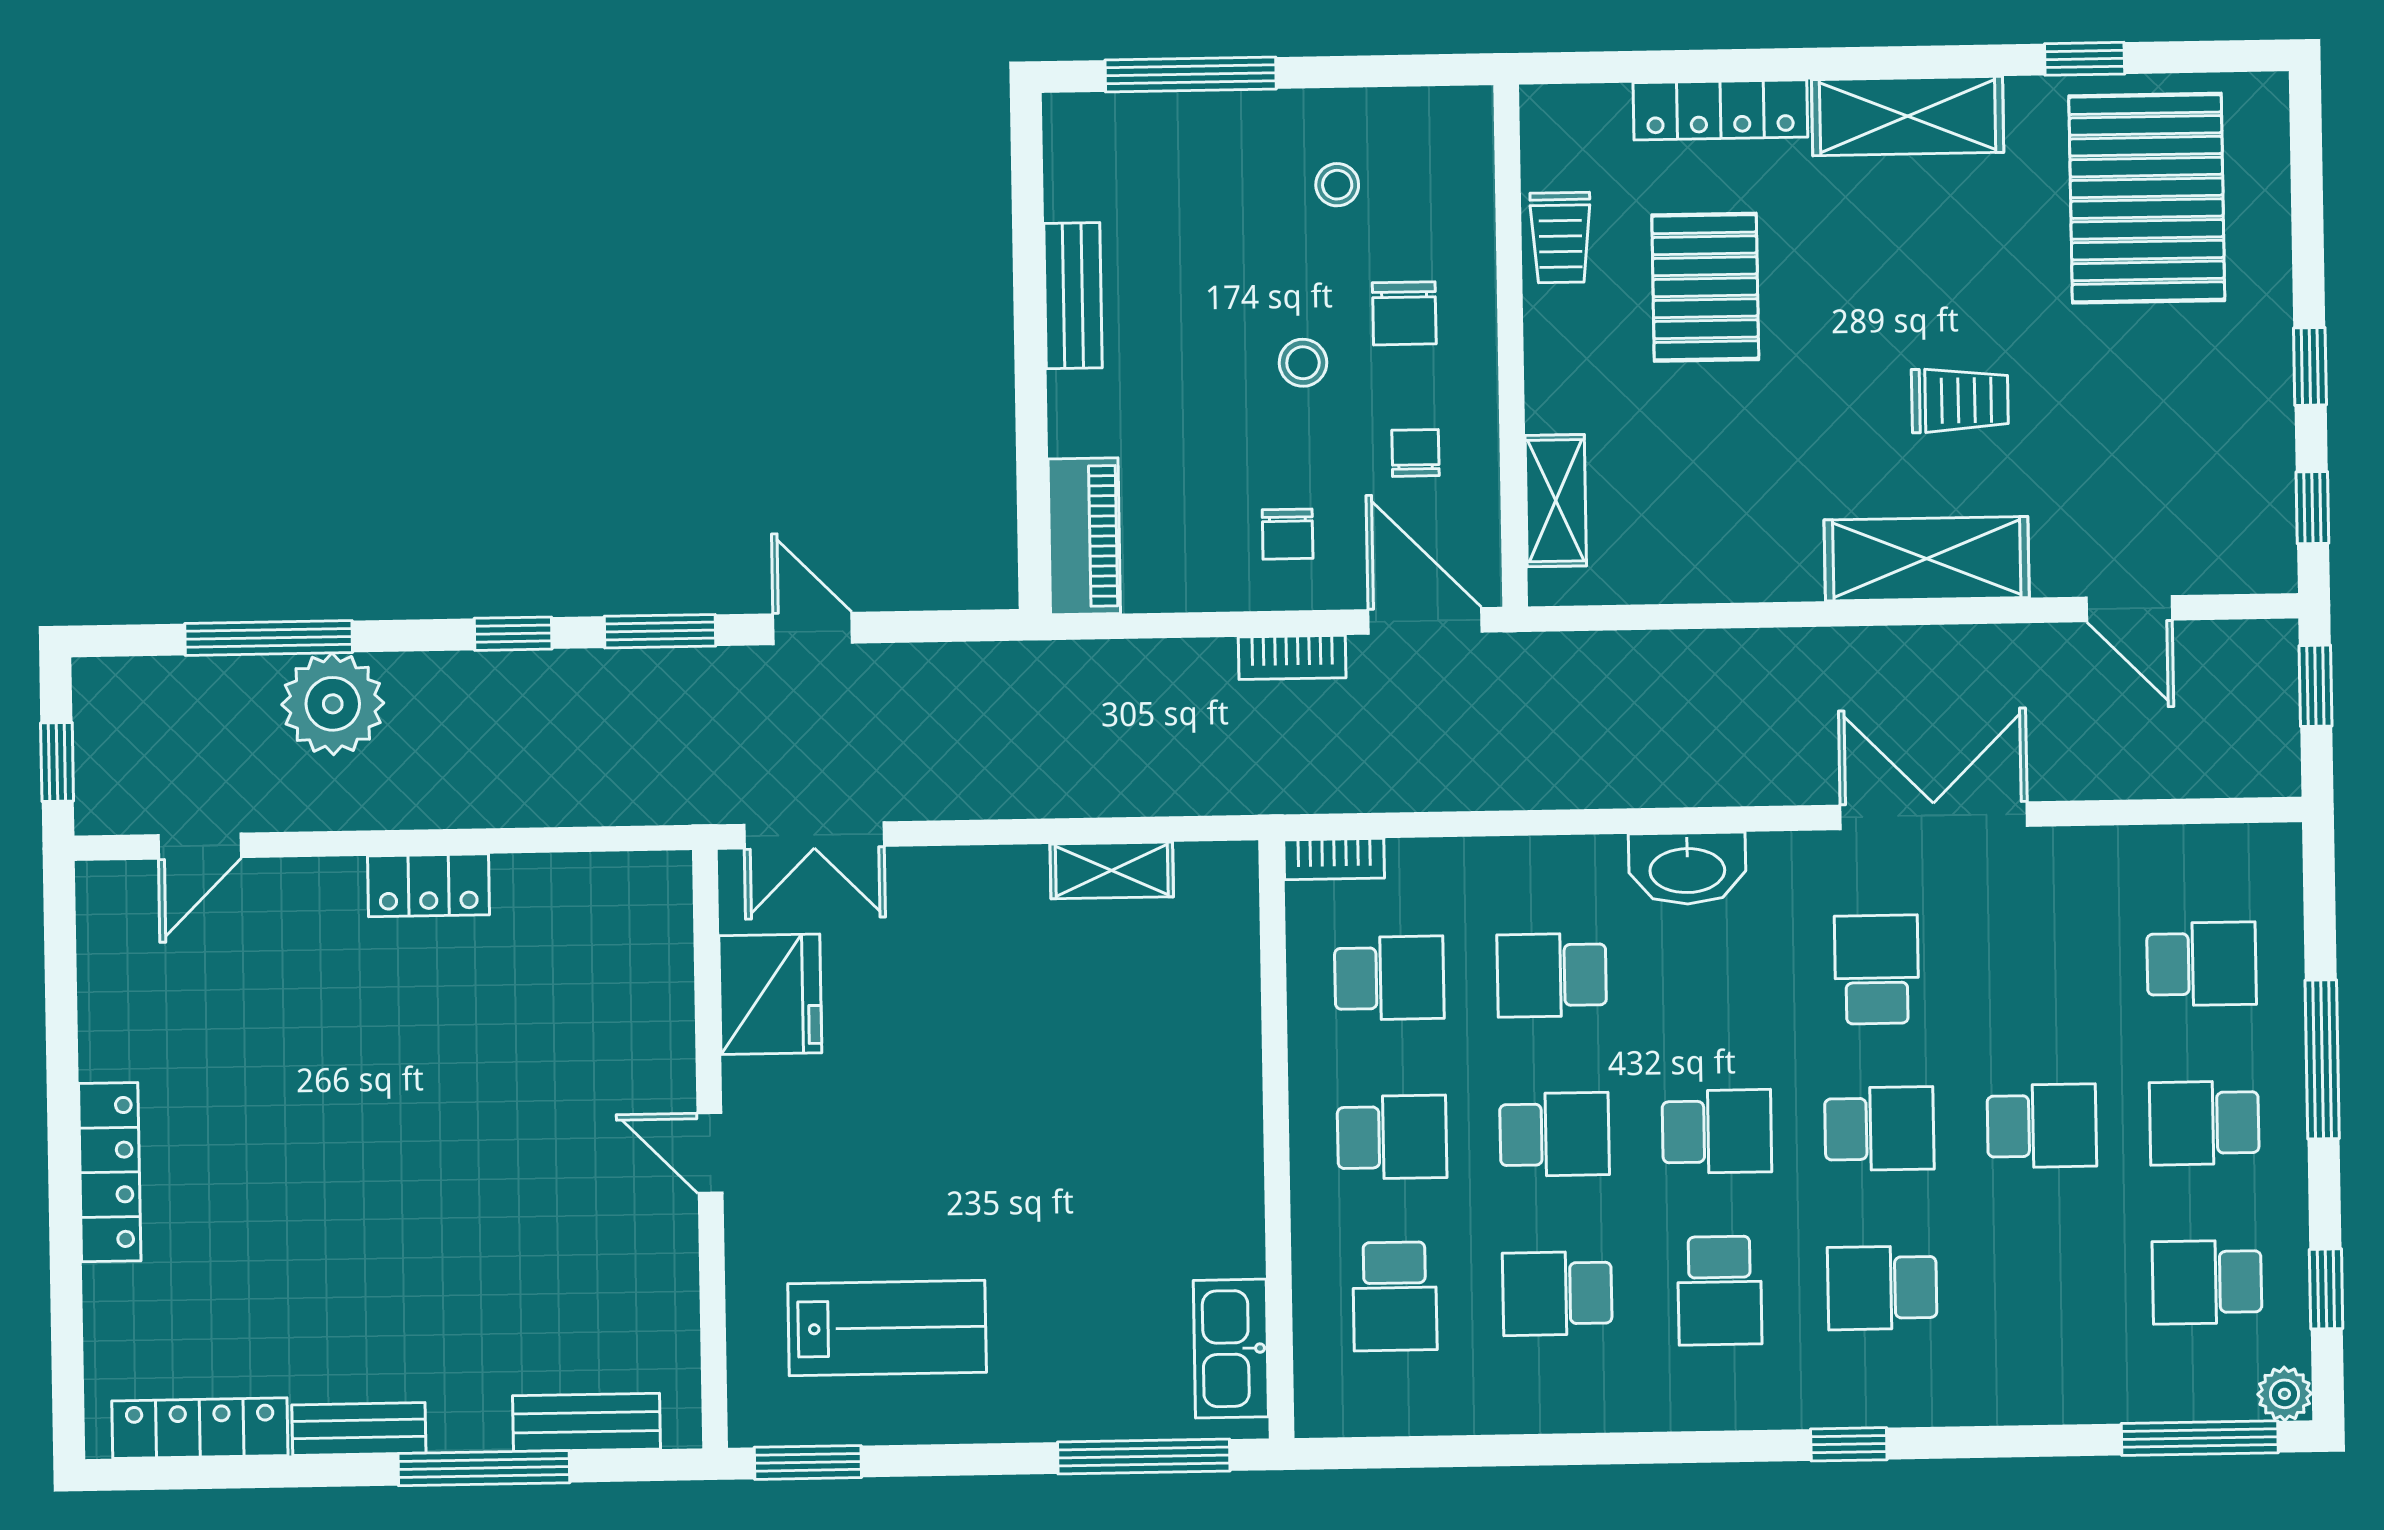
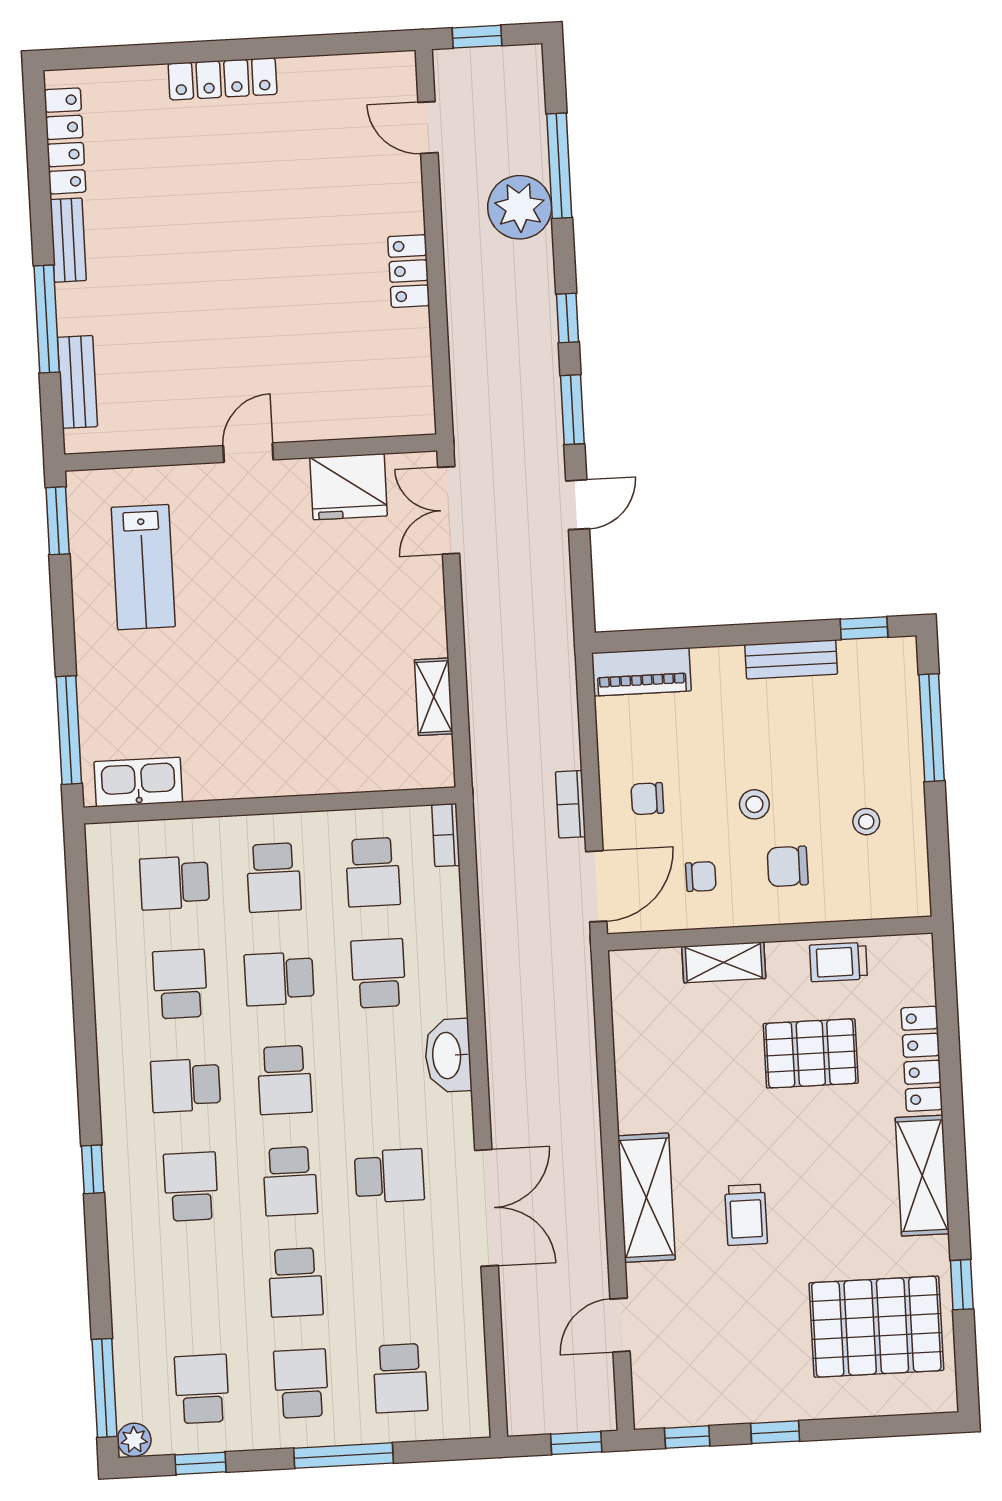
window: (1027, 177) -> (864, 628), added
shelving: (1556, 501) -> (724, 962), moved
school desk: (1554, 1134) -> (279, 979), turned 90

